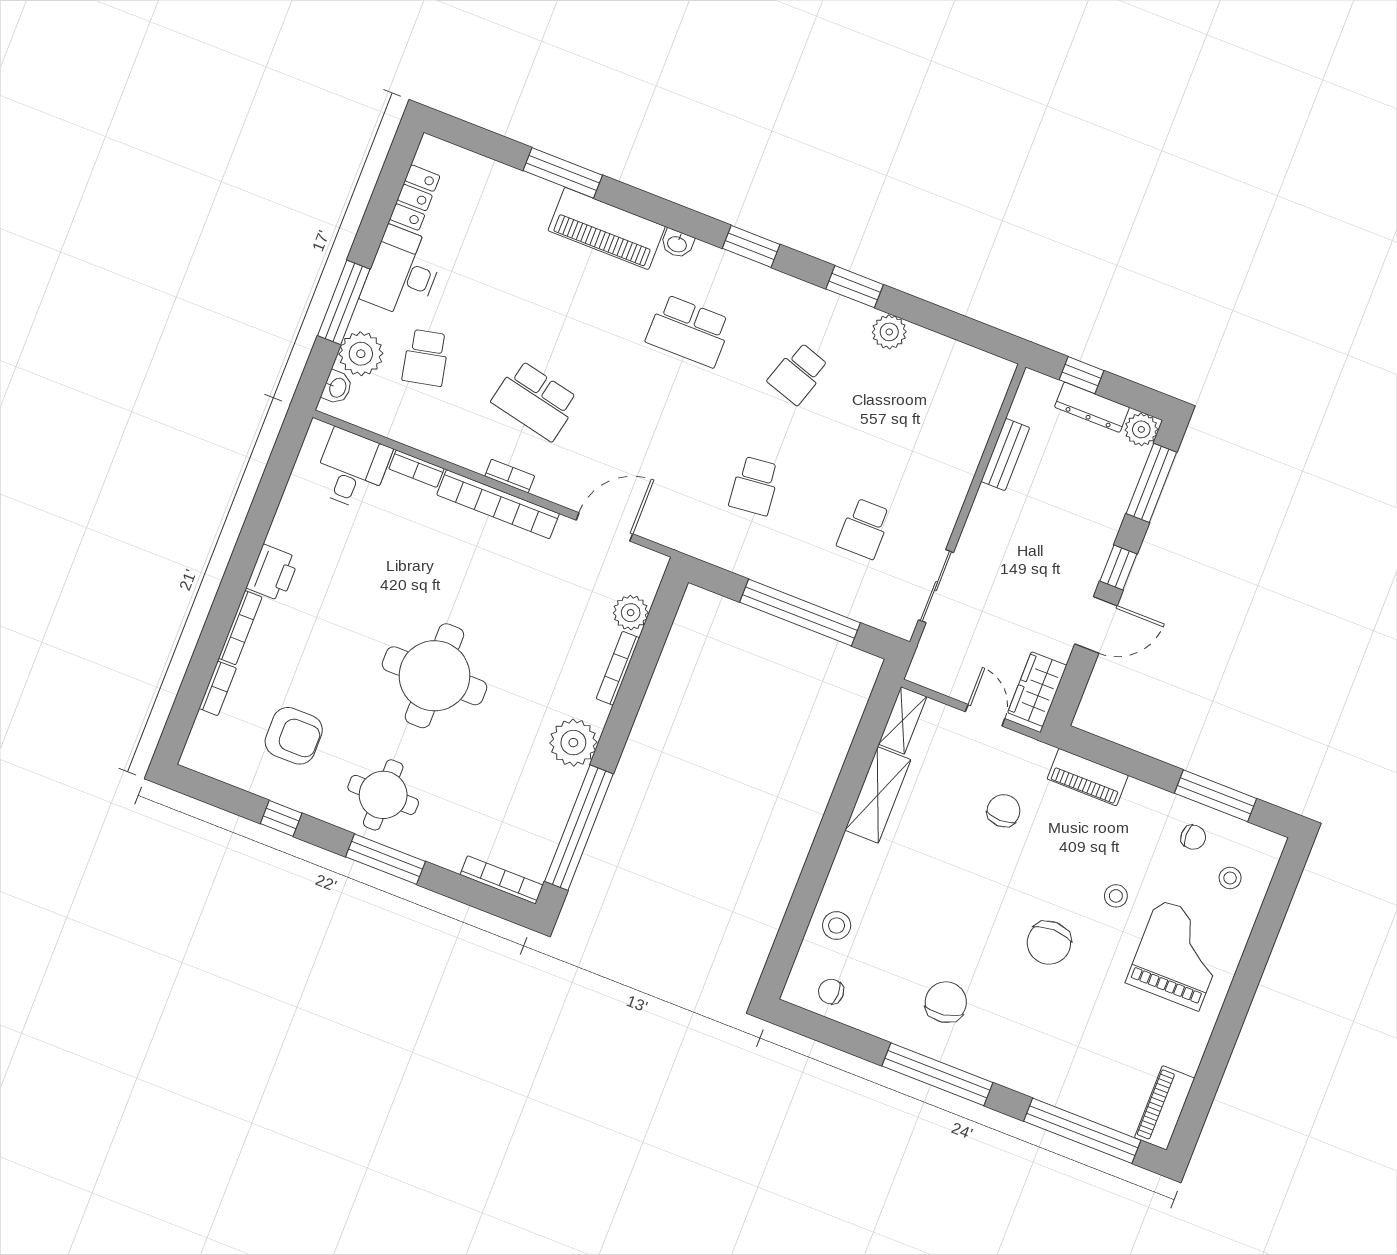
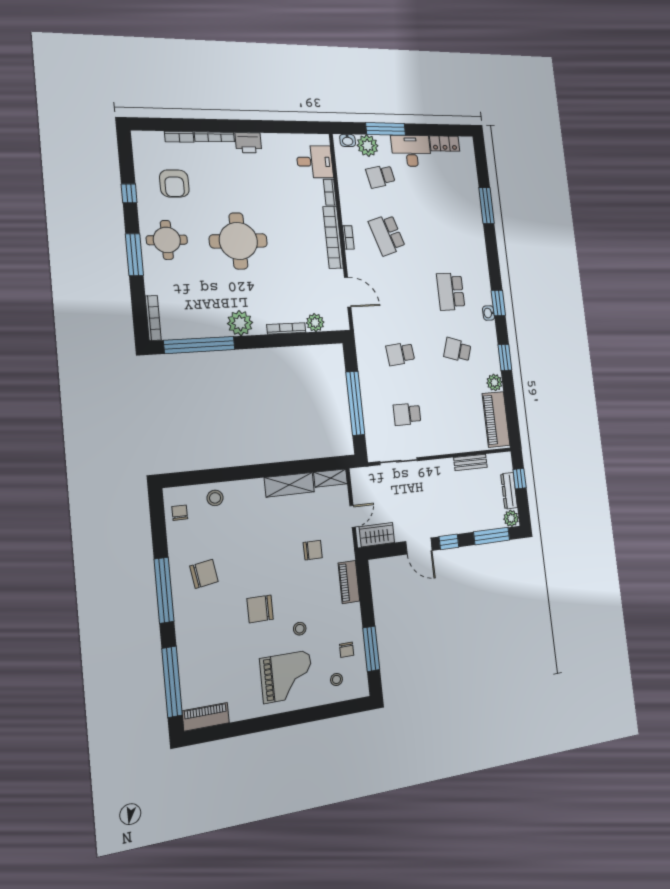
piano: (607, 228) -> (496, 419), moved
washbasin: (677, 244) -> (489, 313), moved
school desk: (535, 400) -> (387, 235), turned -30

